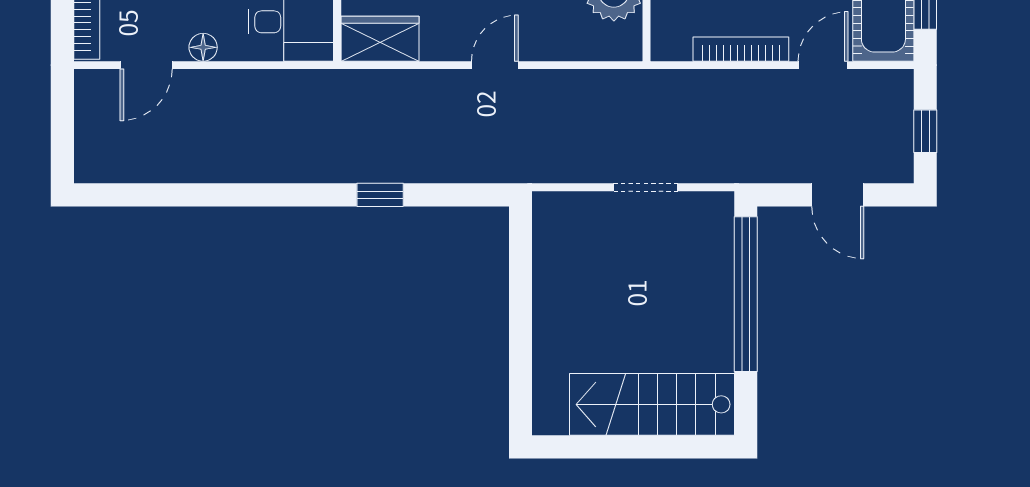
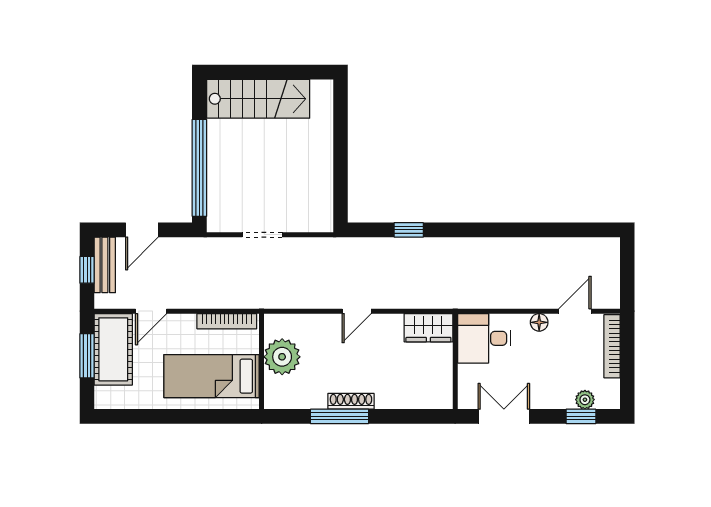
bookcase: (741, 49) -> (227, 321), moved
bench: (897, 139) -> (105, 265), added
window: (380, 195) -> (409, 230), moved
door: (838, 195) -> (142, 230), swing flipped

